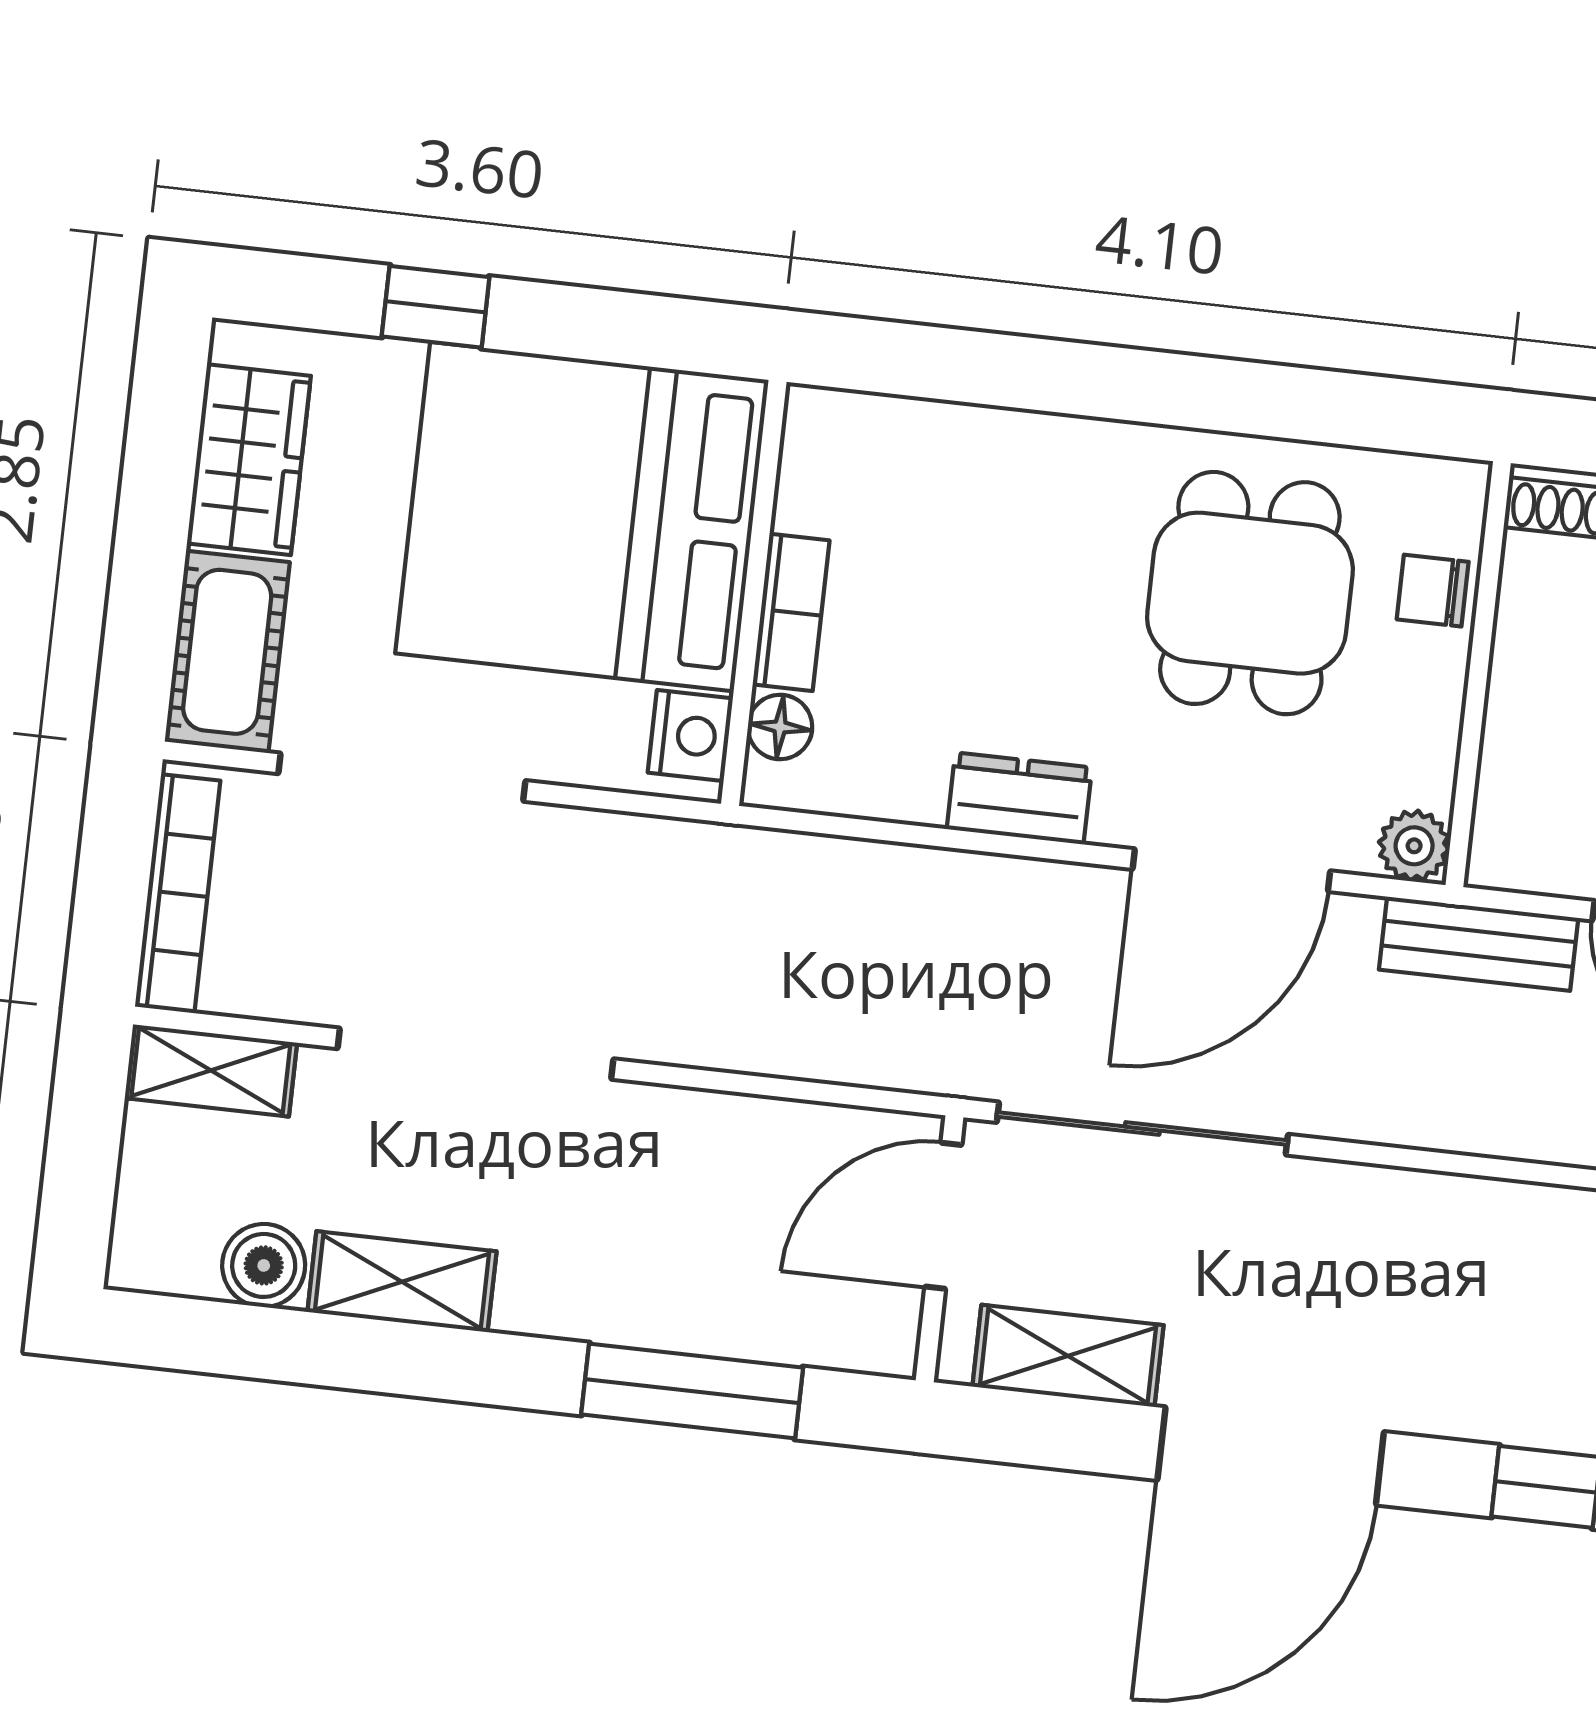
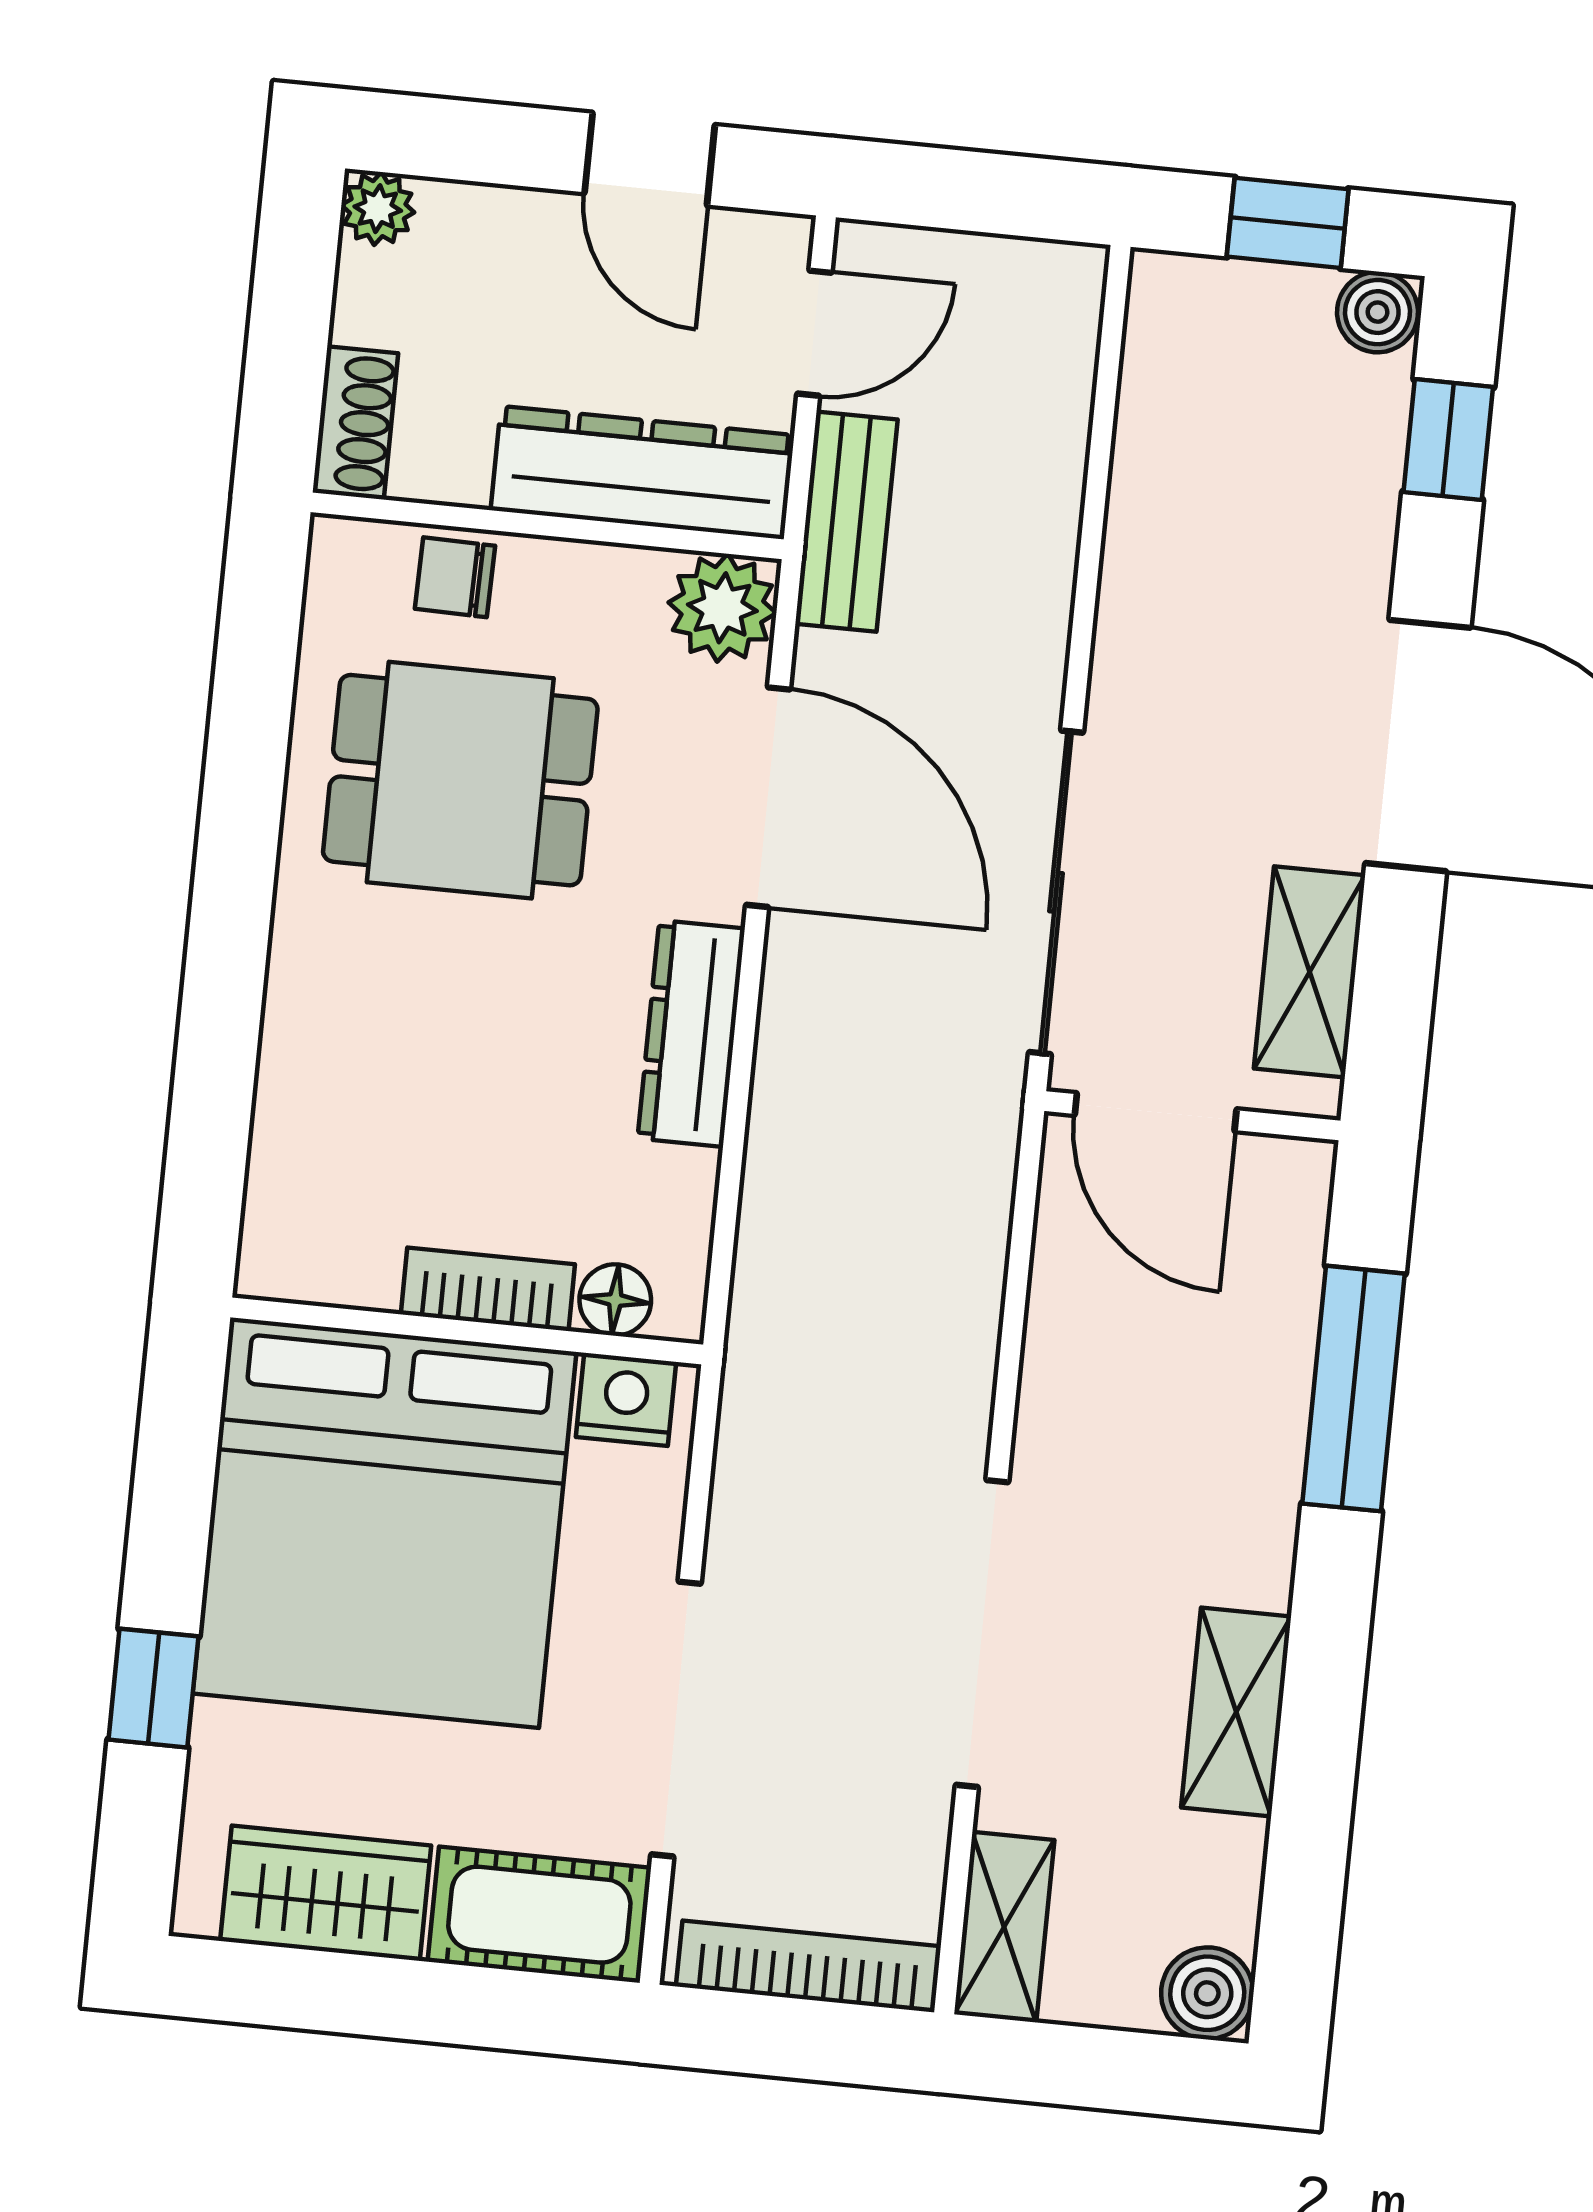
chair: (1433, 591) -> (455, 577), turned 91
dresser: (1525, 761) -> (642, 473), added
dresser: (1019, 798) -> (691, 1033), width x1.44
plant: (1414, 846) -> (722, 608), width x1.38, depth x1.38
boiler: (264, 1265) -> (1207, 1993), moved

